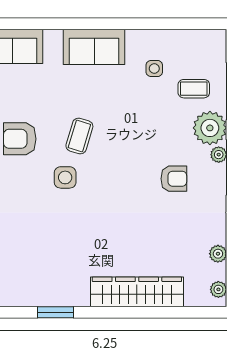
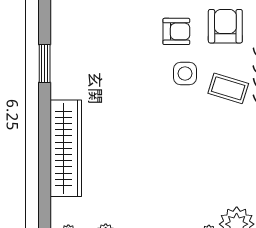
armchair: (174, 179) -> (176, 31), moved, turned -90

